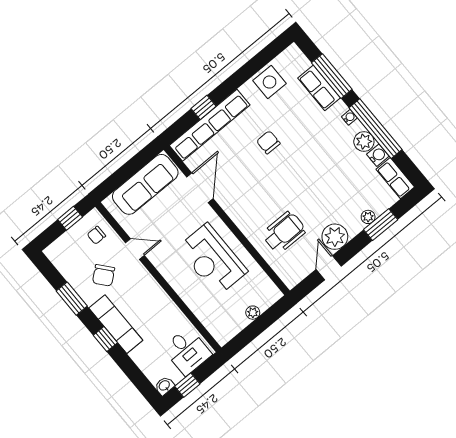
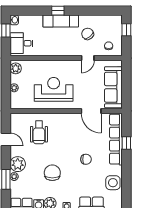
chair: (322, 171) -> (52, 173), added
window: (70, 218) -> (126, 30), moved
plant: (335, 237) -> (18, 164), moved
window: (72, 299) -> (89, 11), removed
plant: (226, 332) -> (16, 68), added

